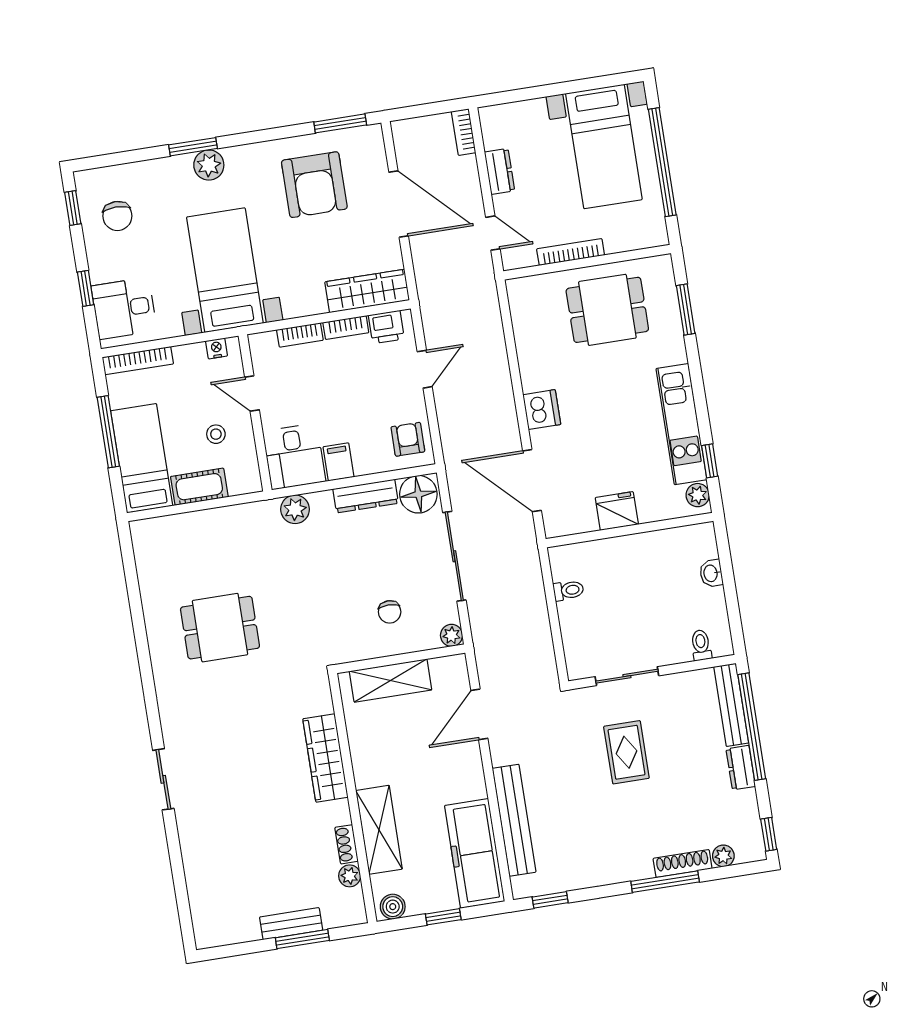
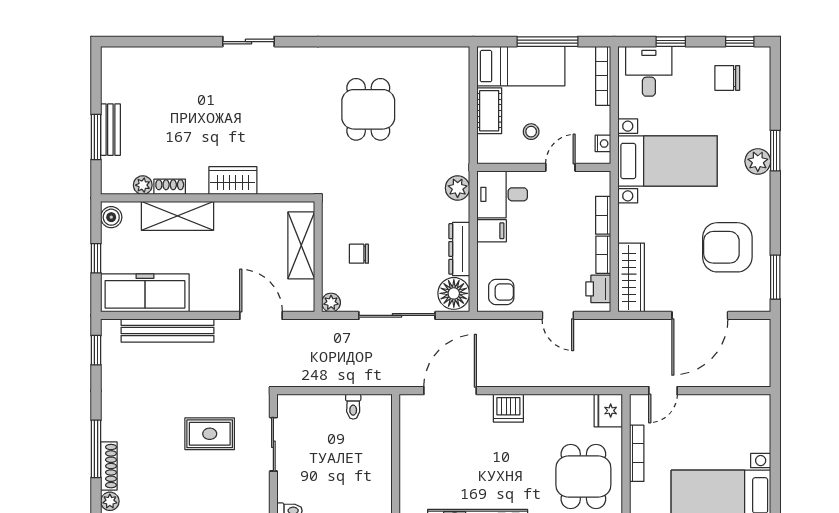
bookcase: (464, 132) -> (752, 380), removed
dresser: (499, 171) -> (714, 404), removed
fridge: (617, 511) -> (608, 411), moved, turned 180
wardrobe: (325, 758) -> (233, 180), width x0.67

